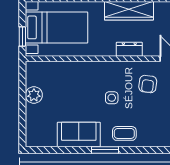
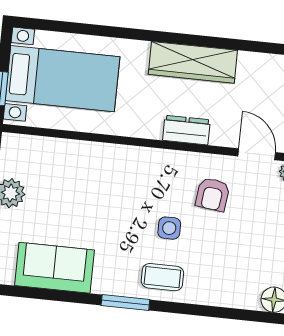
side table: (112, 98) -> (169, 228), moved
sofa: (79, 135) -> (55, 268), moved

